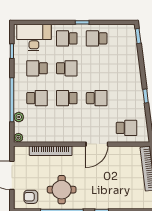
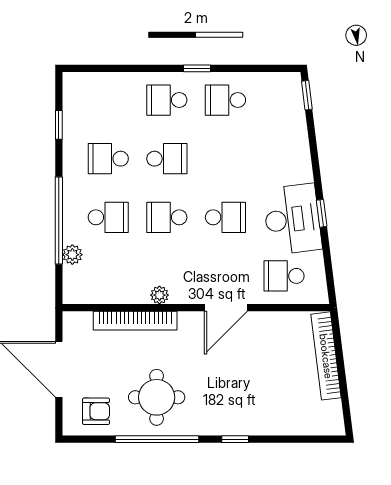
desk: (34, 38) -> (292, 219), moved, turned 83
school desk: (126, 128) -> (284, 276), turned 180
plant: (18, 138) -> (159, 295), moved
armchair: (31, 197) -> (96, 411), turned 180

